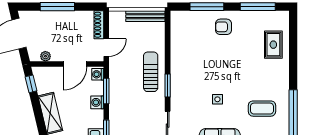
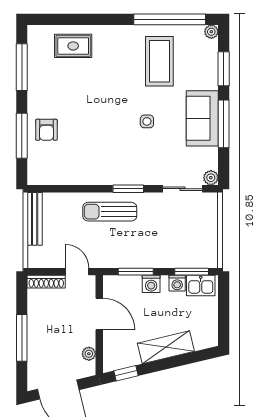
armchair: (224, 27) -> (46, 130), moved
washing machine: (98, 74) -> (177, 283), moved
coffee table: (262, 109) -> (159, 61), width x1.36, depth x1.32

